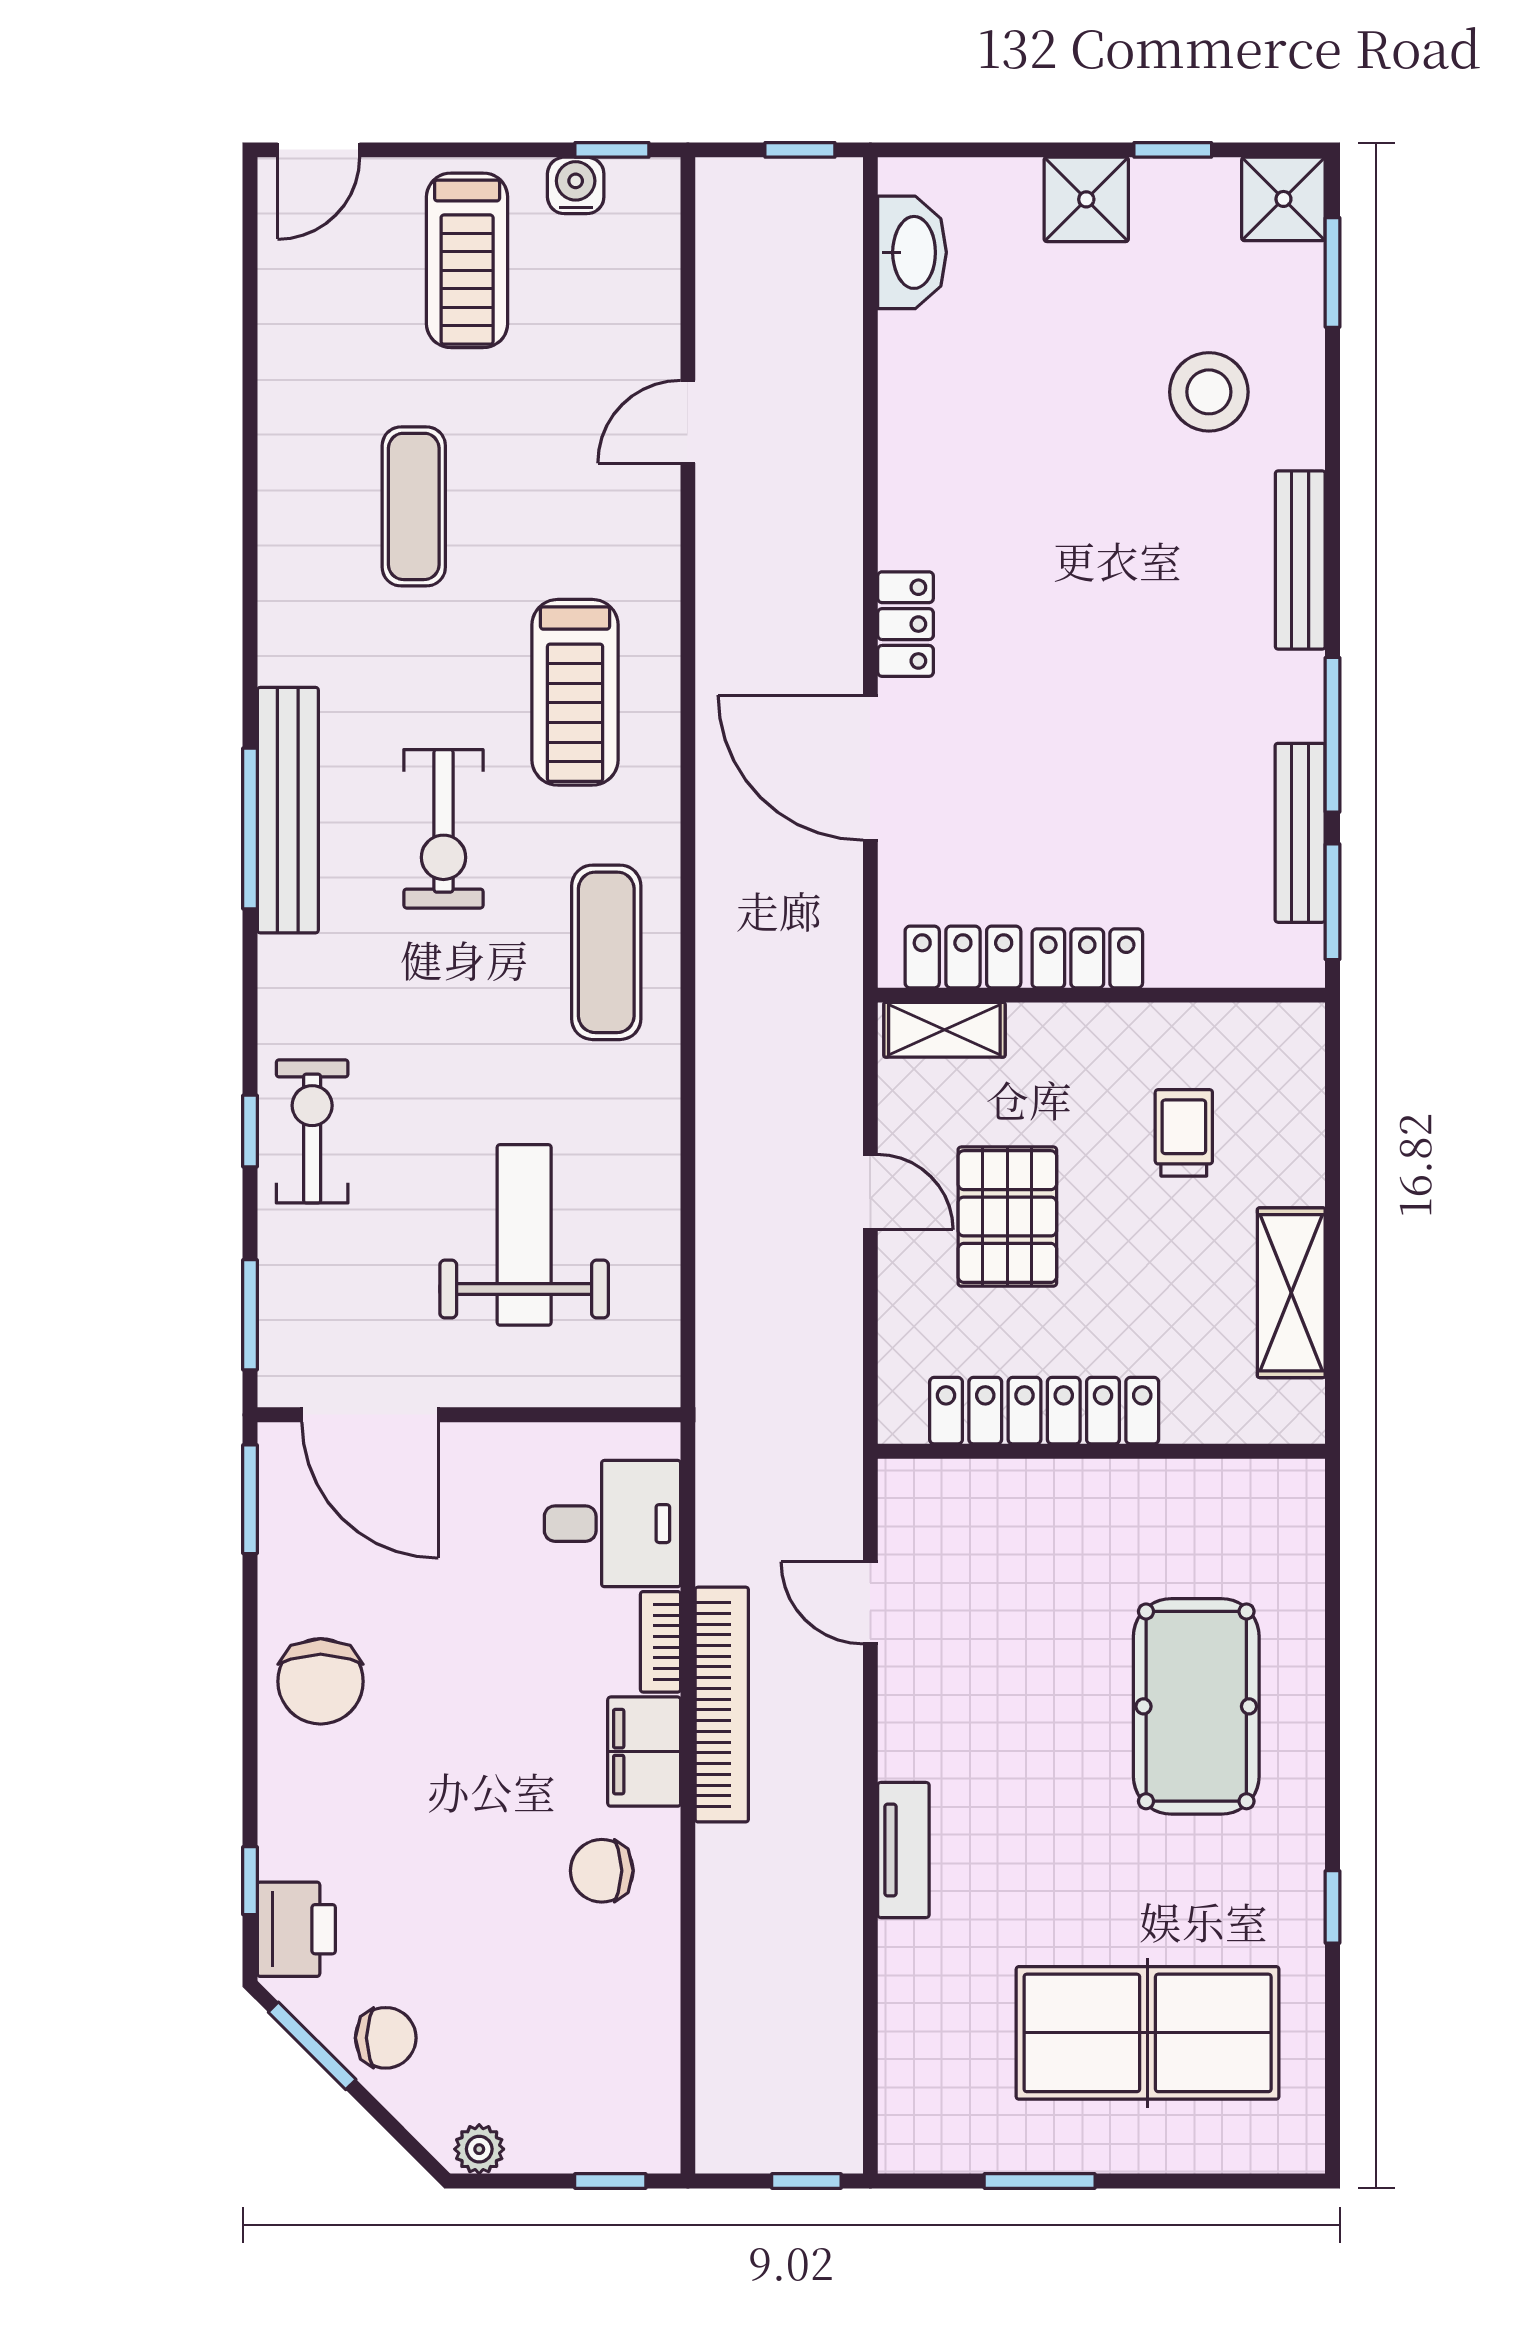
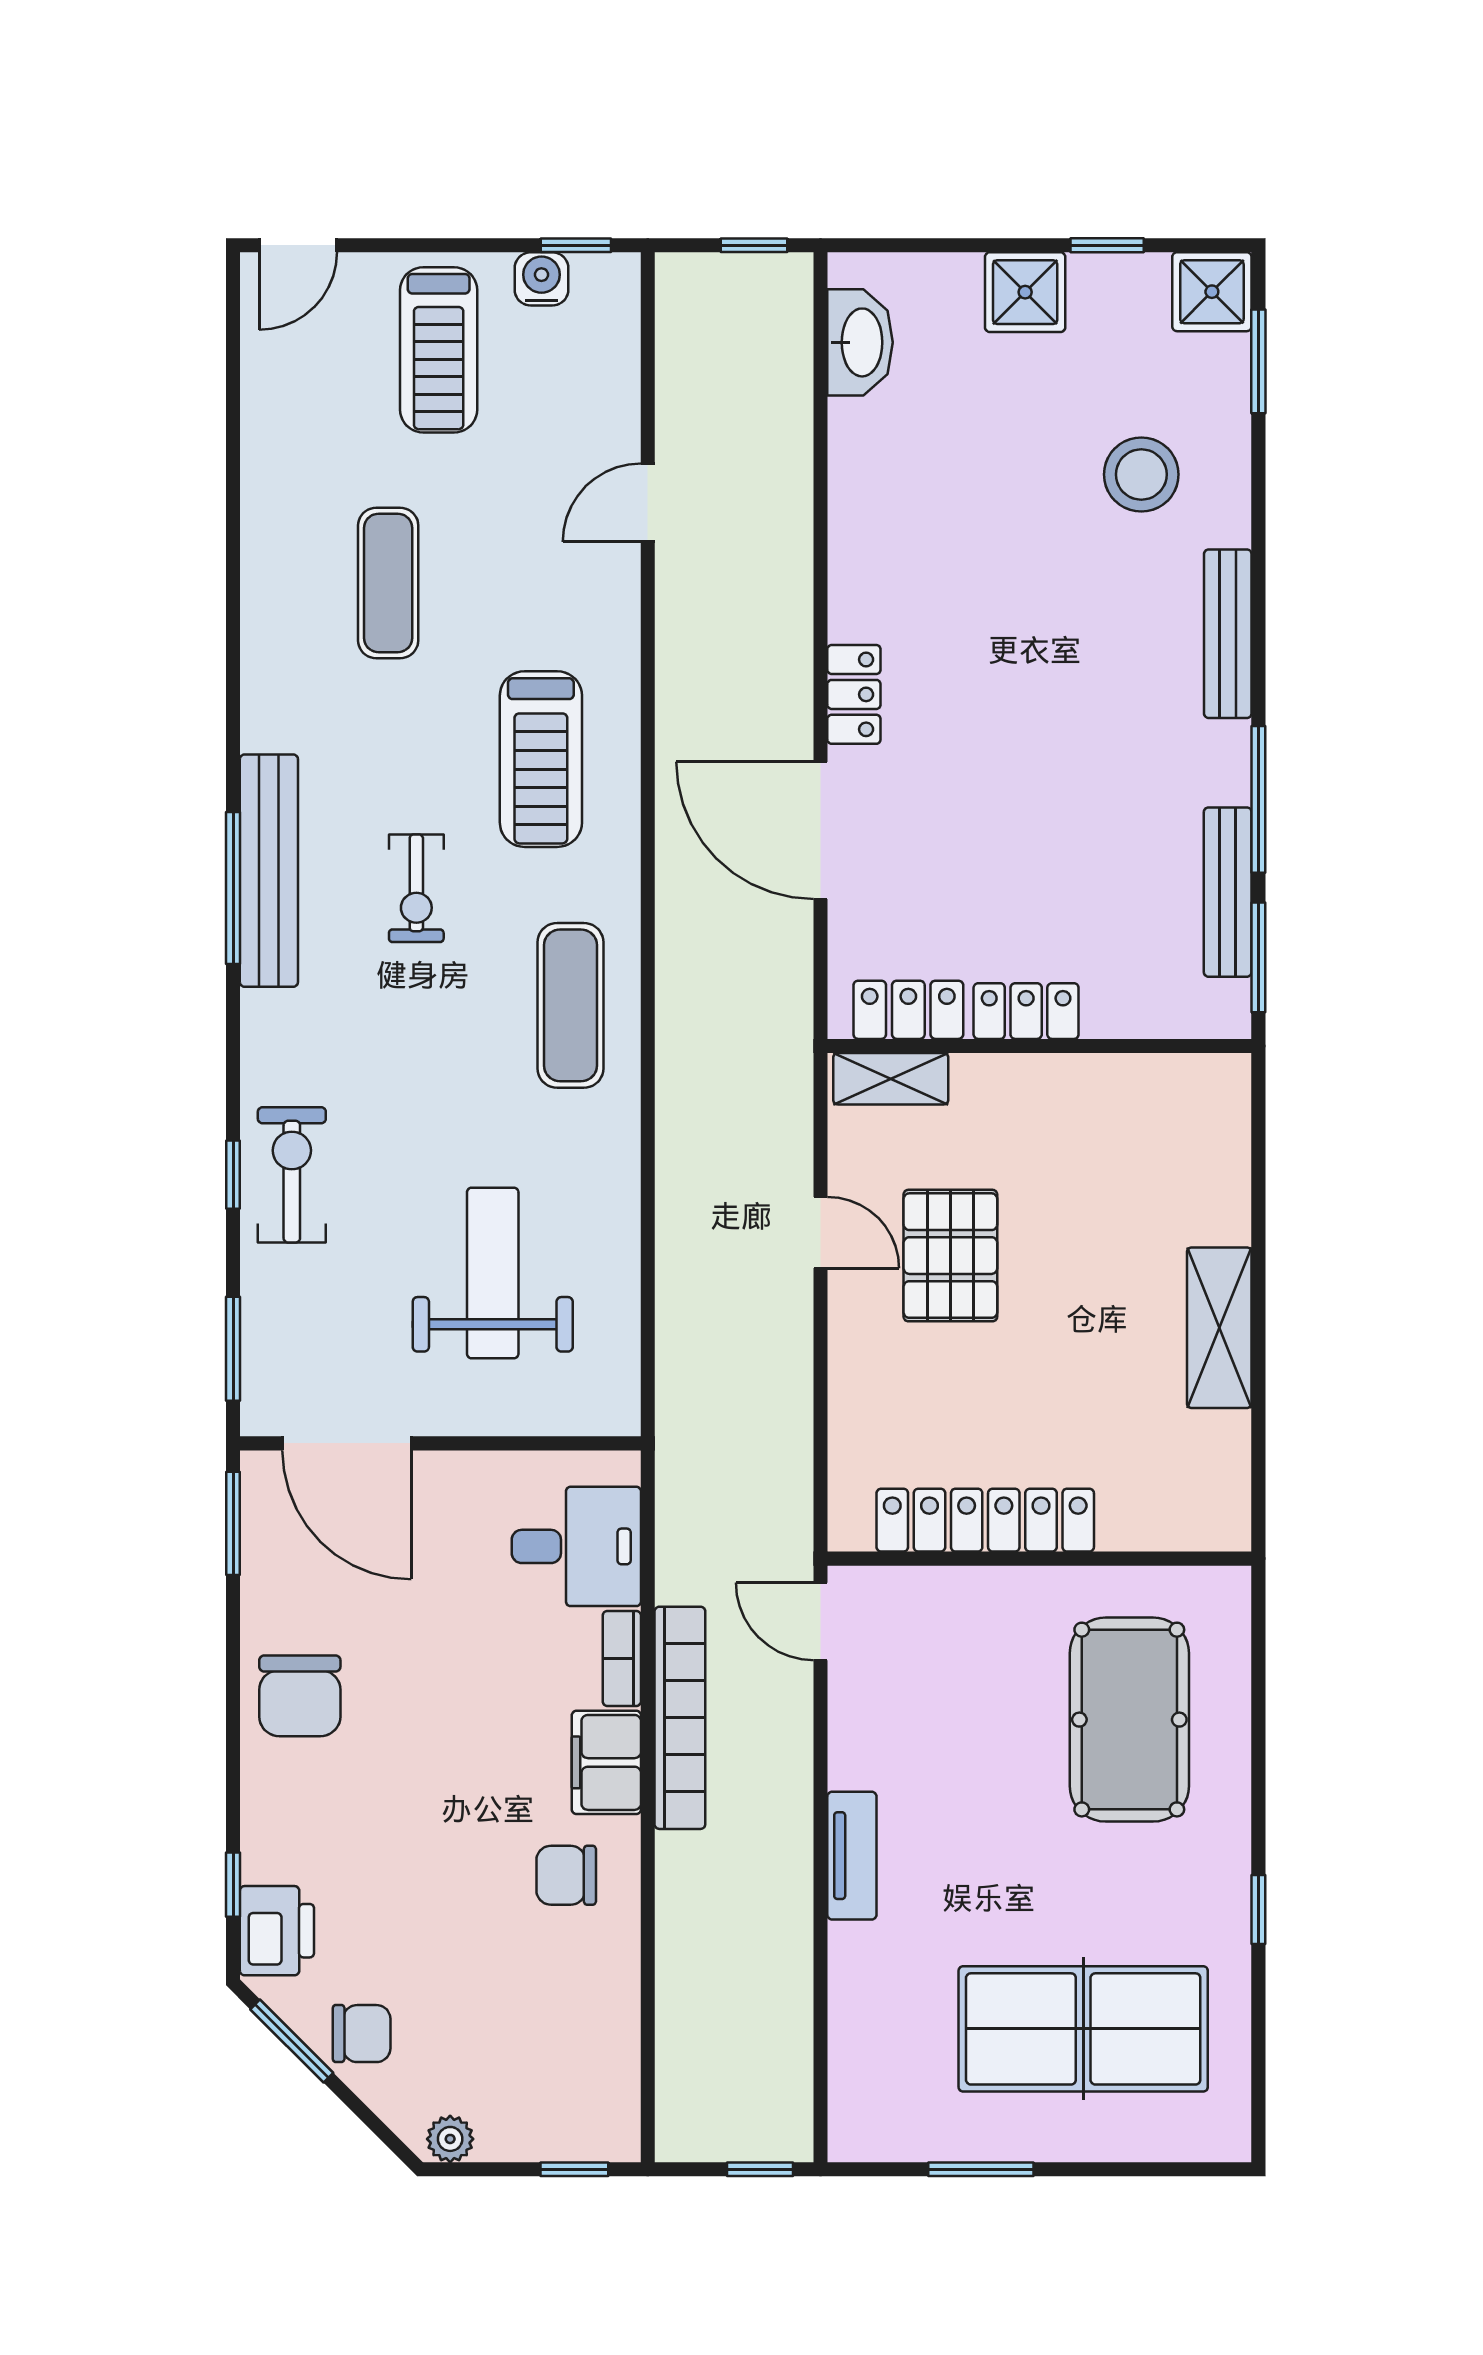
exercise bike: (443, 829) -> (416, 888), width x0.73, depth x0.72
trolley: (1184, 1133) -> (1118, 1176), removed
locker: (1044, 1411) -> (985, 1520), moved
wall: (1101, 1451) -> (1039, 1559), moved

